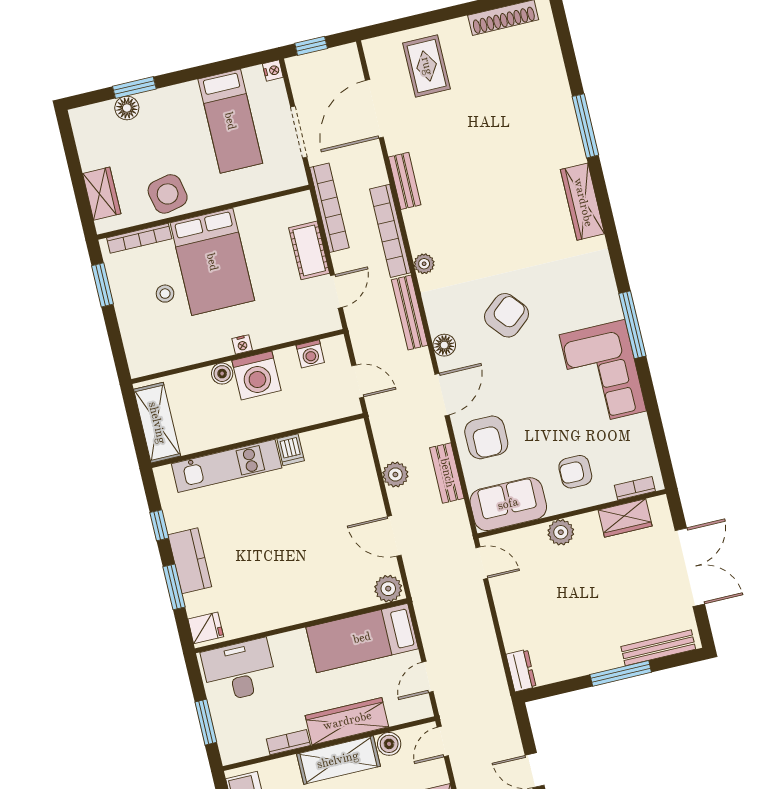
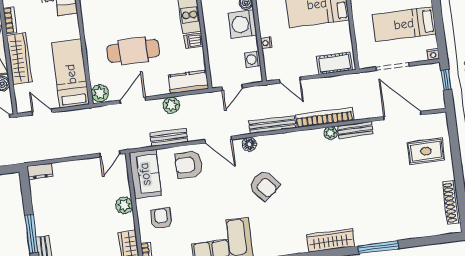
bookcase: (329, 208) -> (343, 81), removed
cot: (309, 250) -> (334, 63), moved
plant: (424, 264) -> (331, 133), moved
nightstand: (242, 344) -> (266, 43), moved
kitchen counter: (356, 451) -> (189, 82), added
cafe table: (316, 543) -> (133, 51), added

